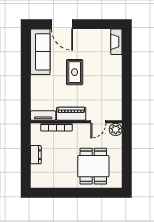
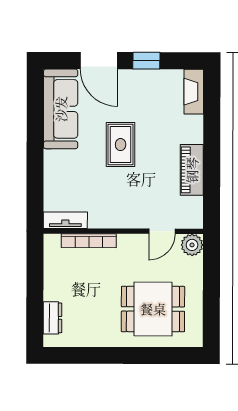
window: (89, 24) -> (146, 61), added
piano: (71, 114) -> (192, 170), moved, turned -90
dresser: (36, 155) -> (52, 318), moved
dining table: (93, 166) -> (153, 309), turned 90

